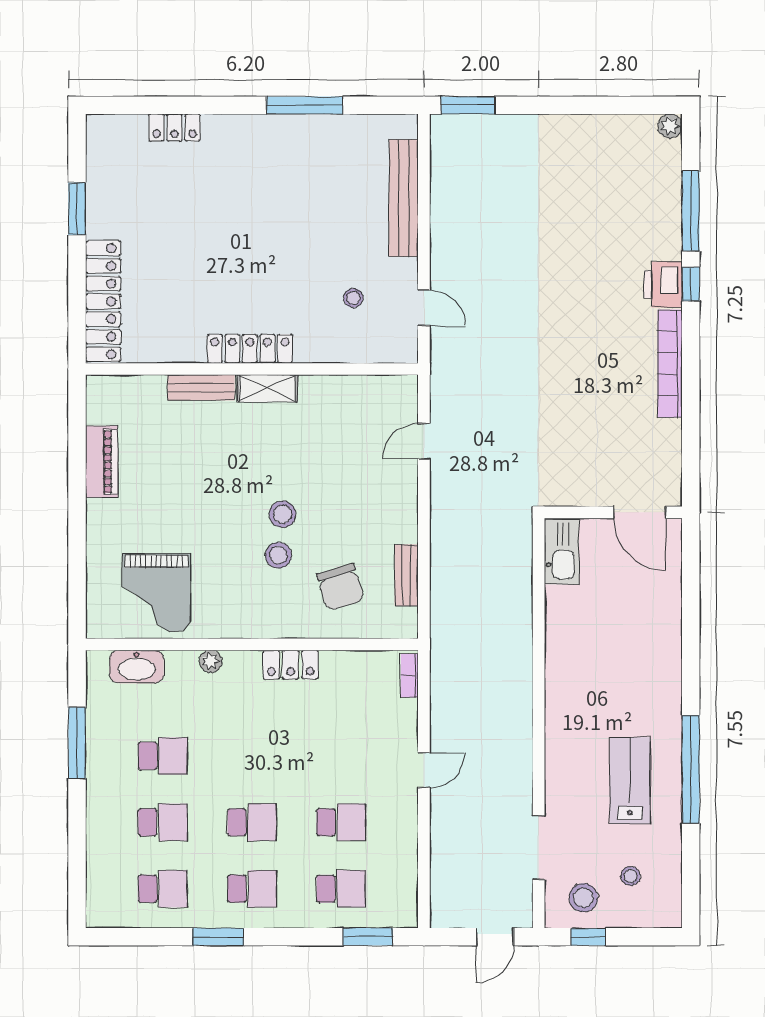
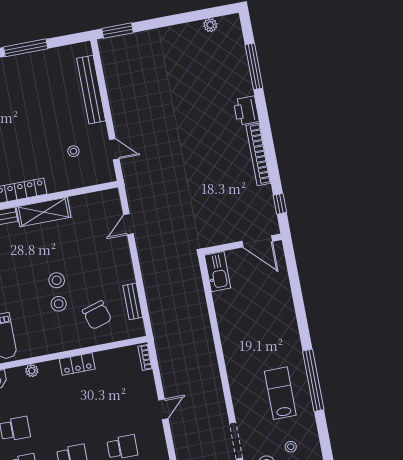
plant: (670, 126) -> (210, 25), moved
window: (691, 284) -> (280, 204), moved
shelving: (267, 388) -> (44, 212), width x1.50, depth x1.33

